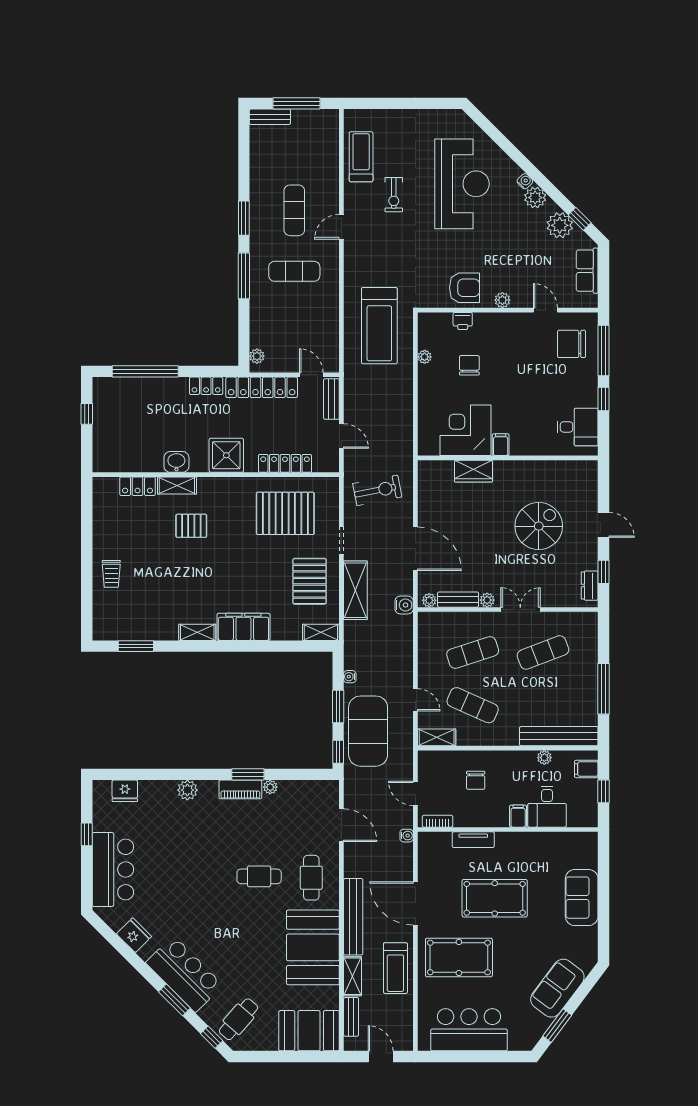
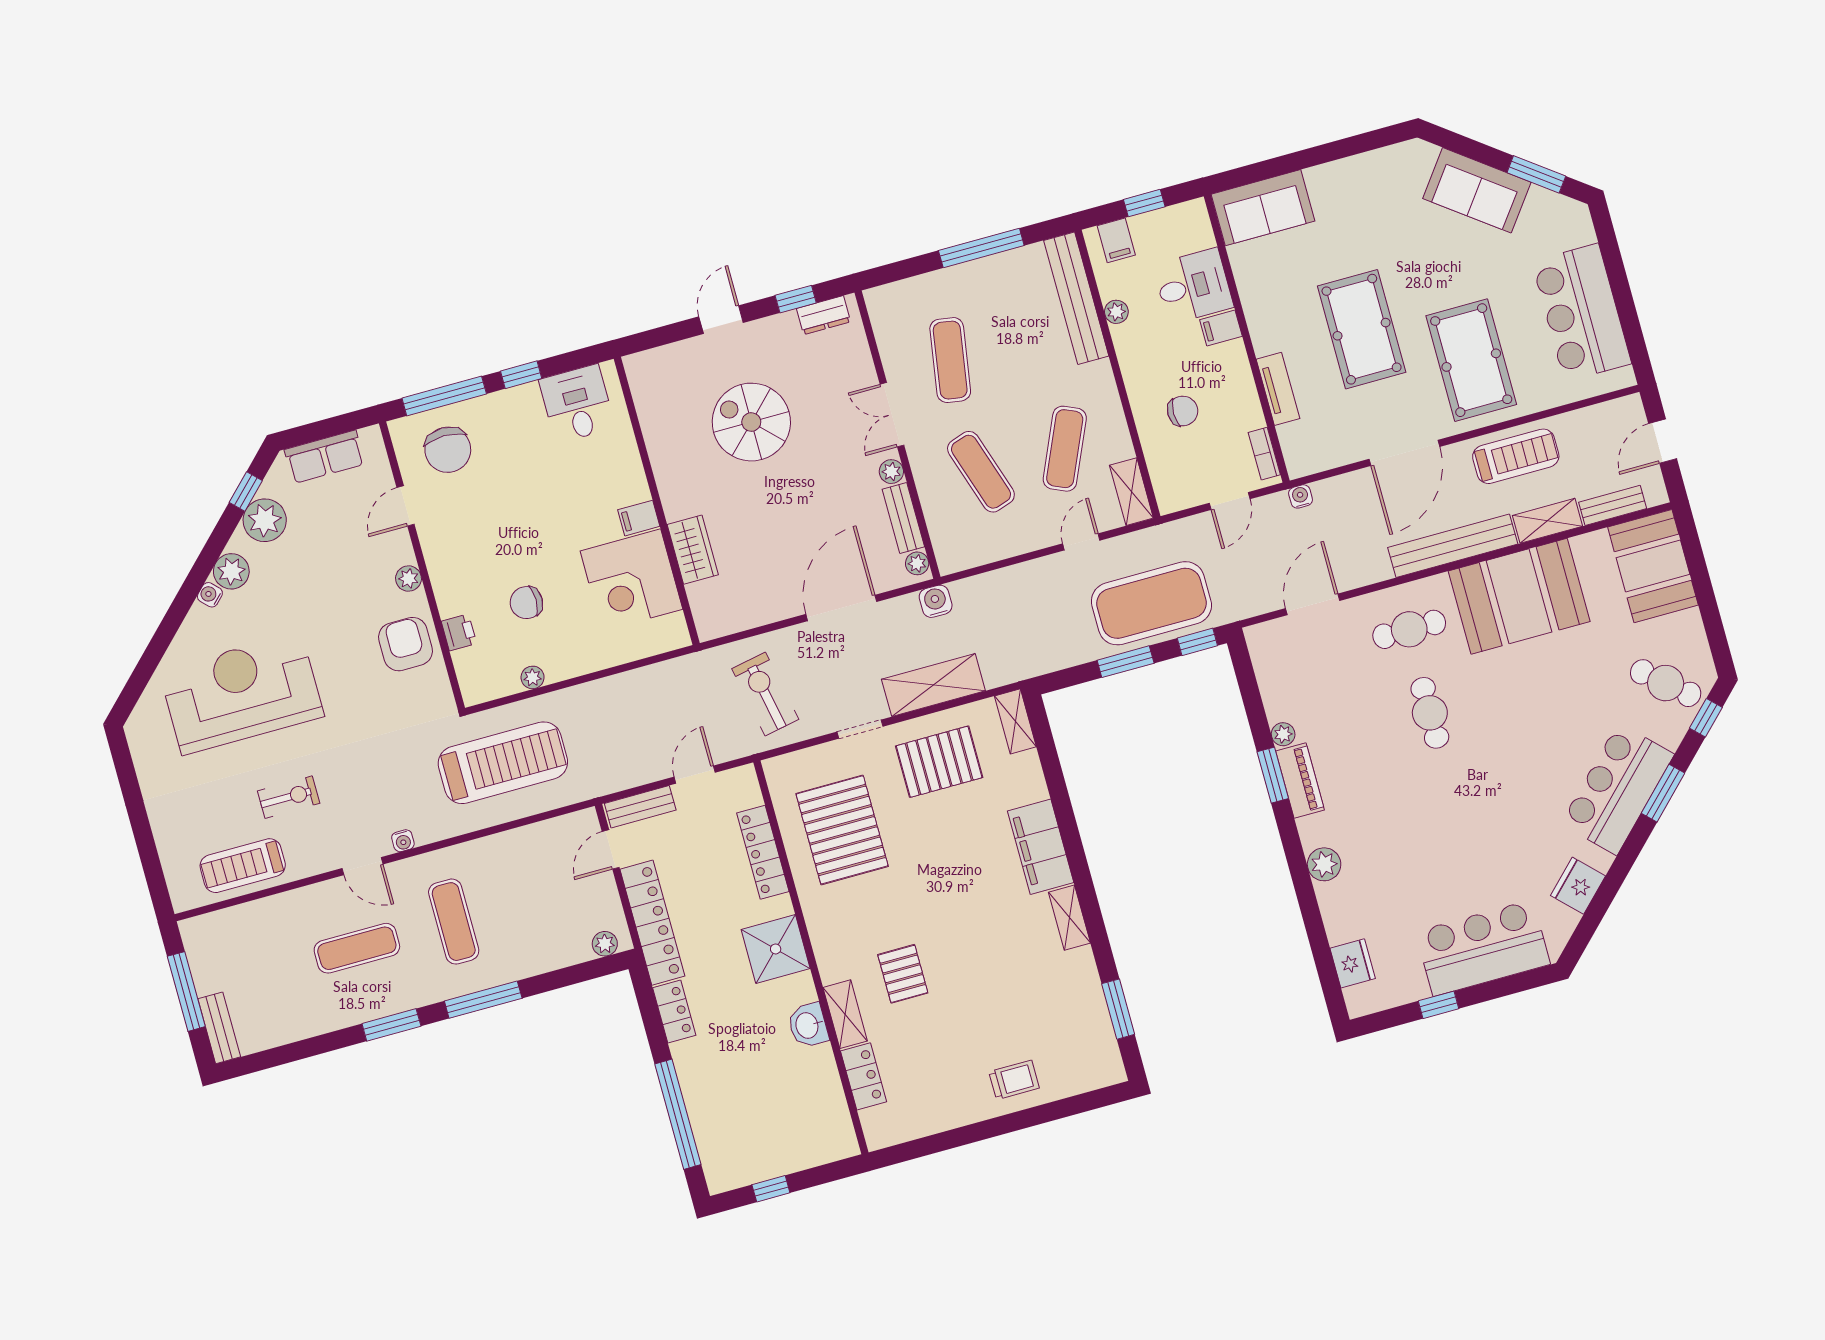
exercise mat: (543, 652) -> (950, 360), turned 30
water cooler: (350, 677) -> (403, 841), moved
sofa: (582, 898) -> (1263, 208), moved

